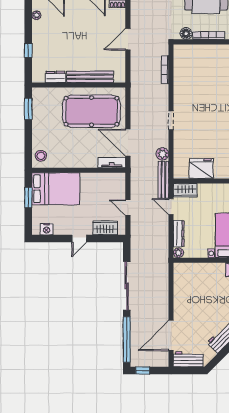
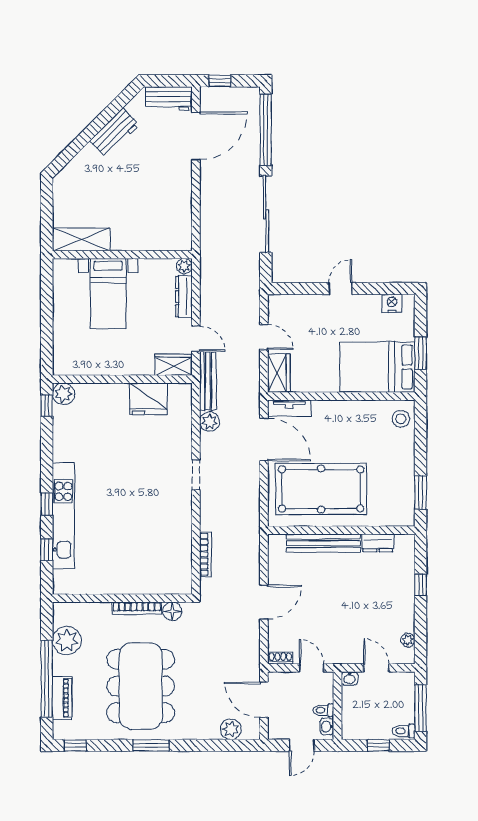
wardrobe: (105, 228) -> (279, 373), moved, turned -90
window: (143, 370) -> (220, 81), moved

